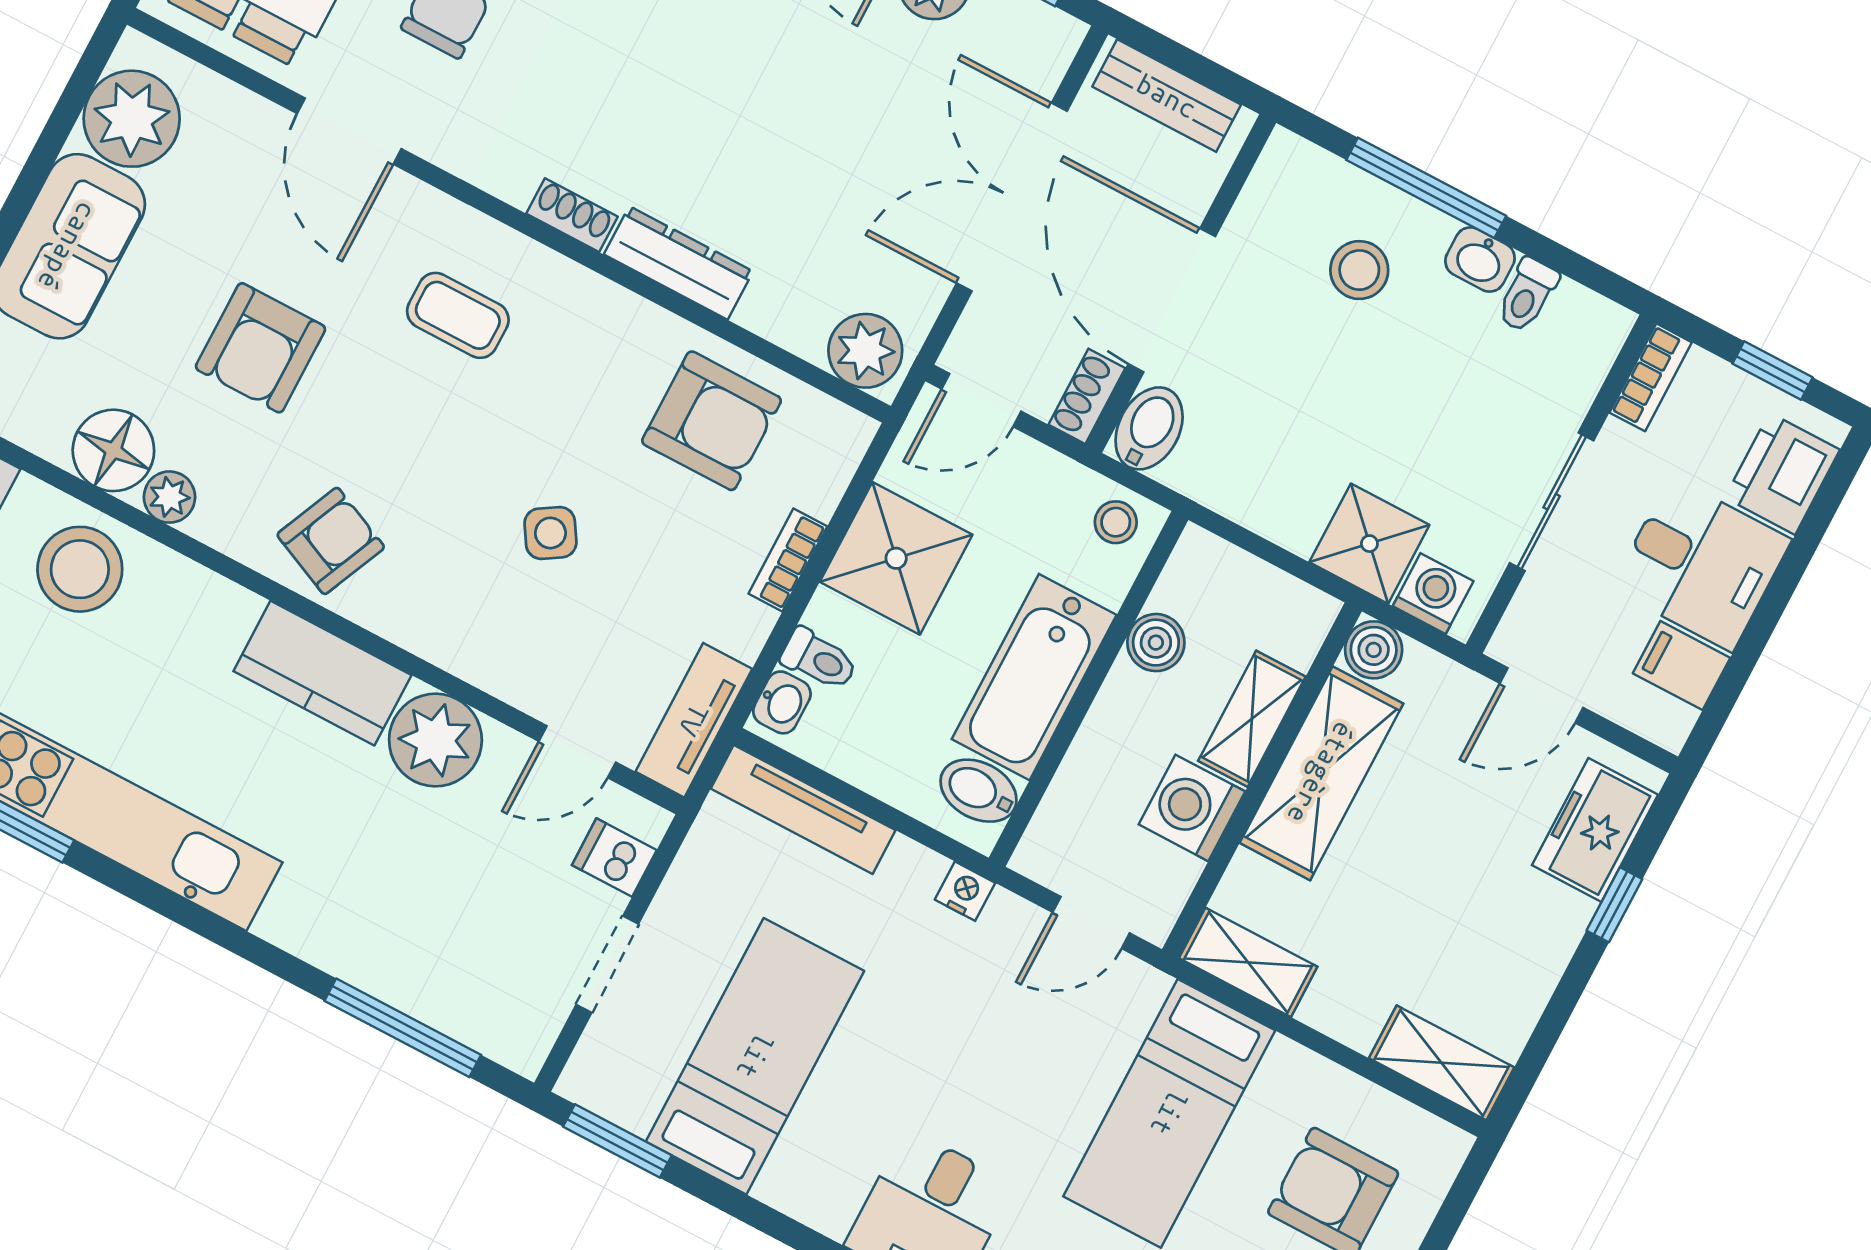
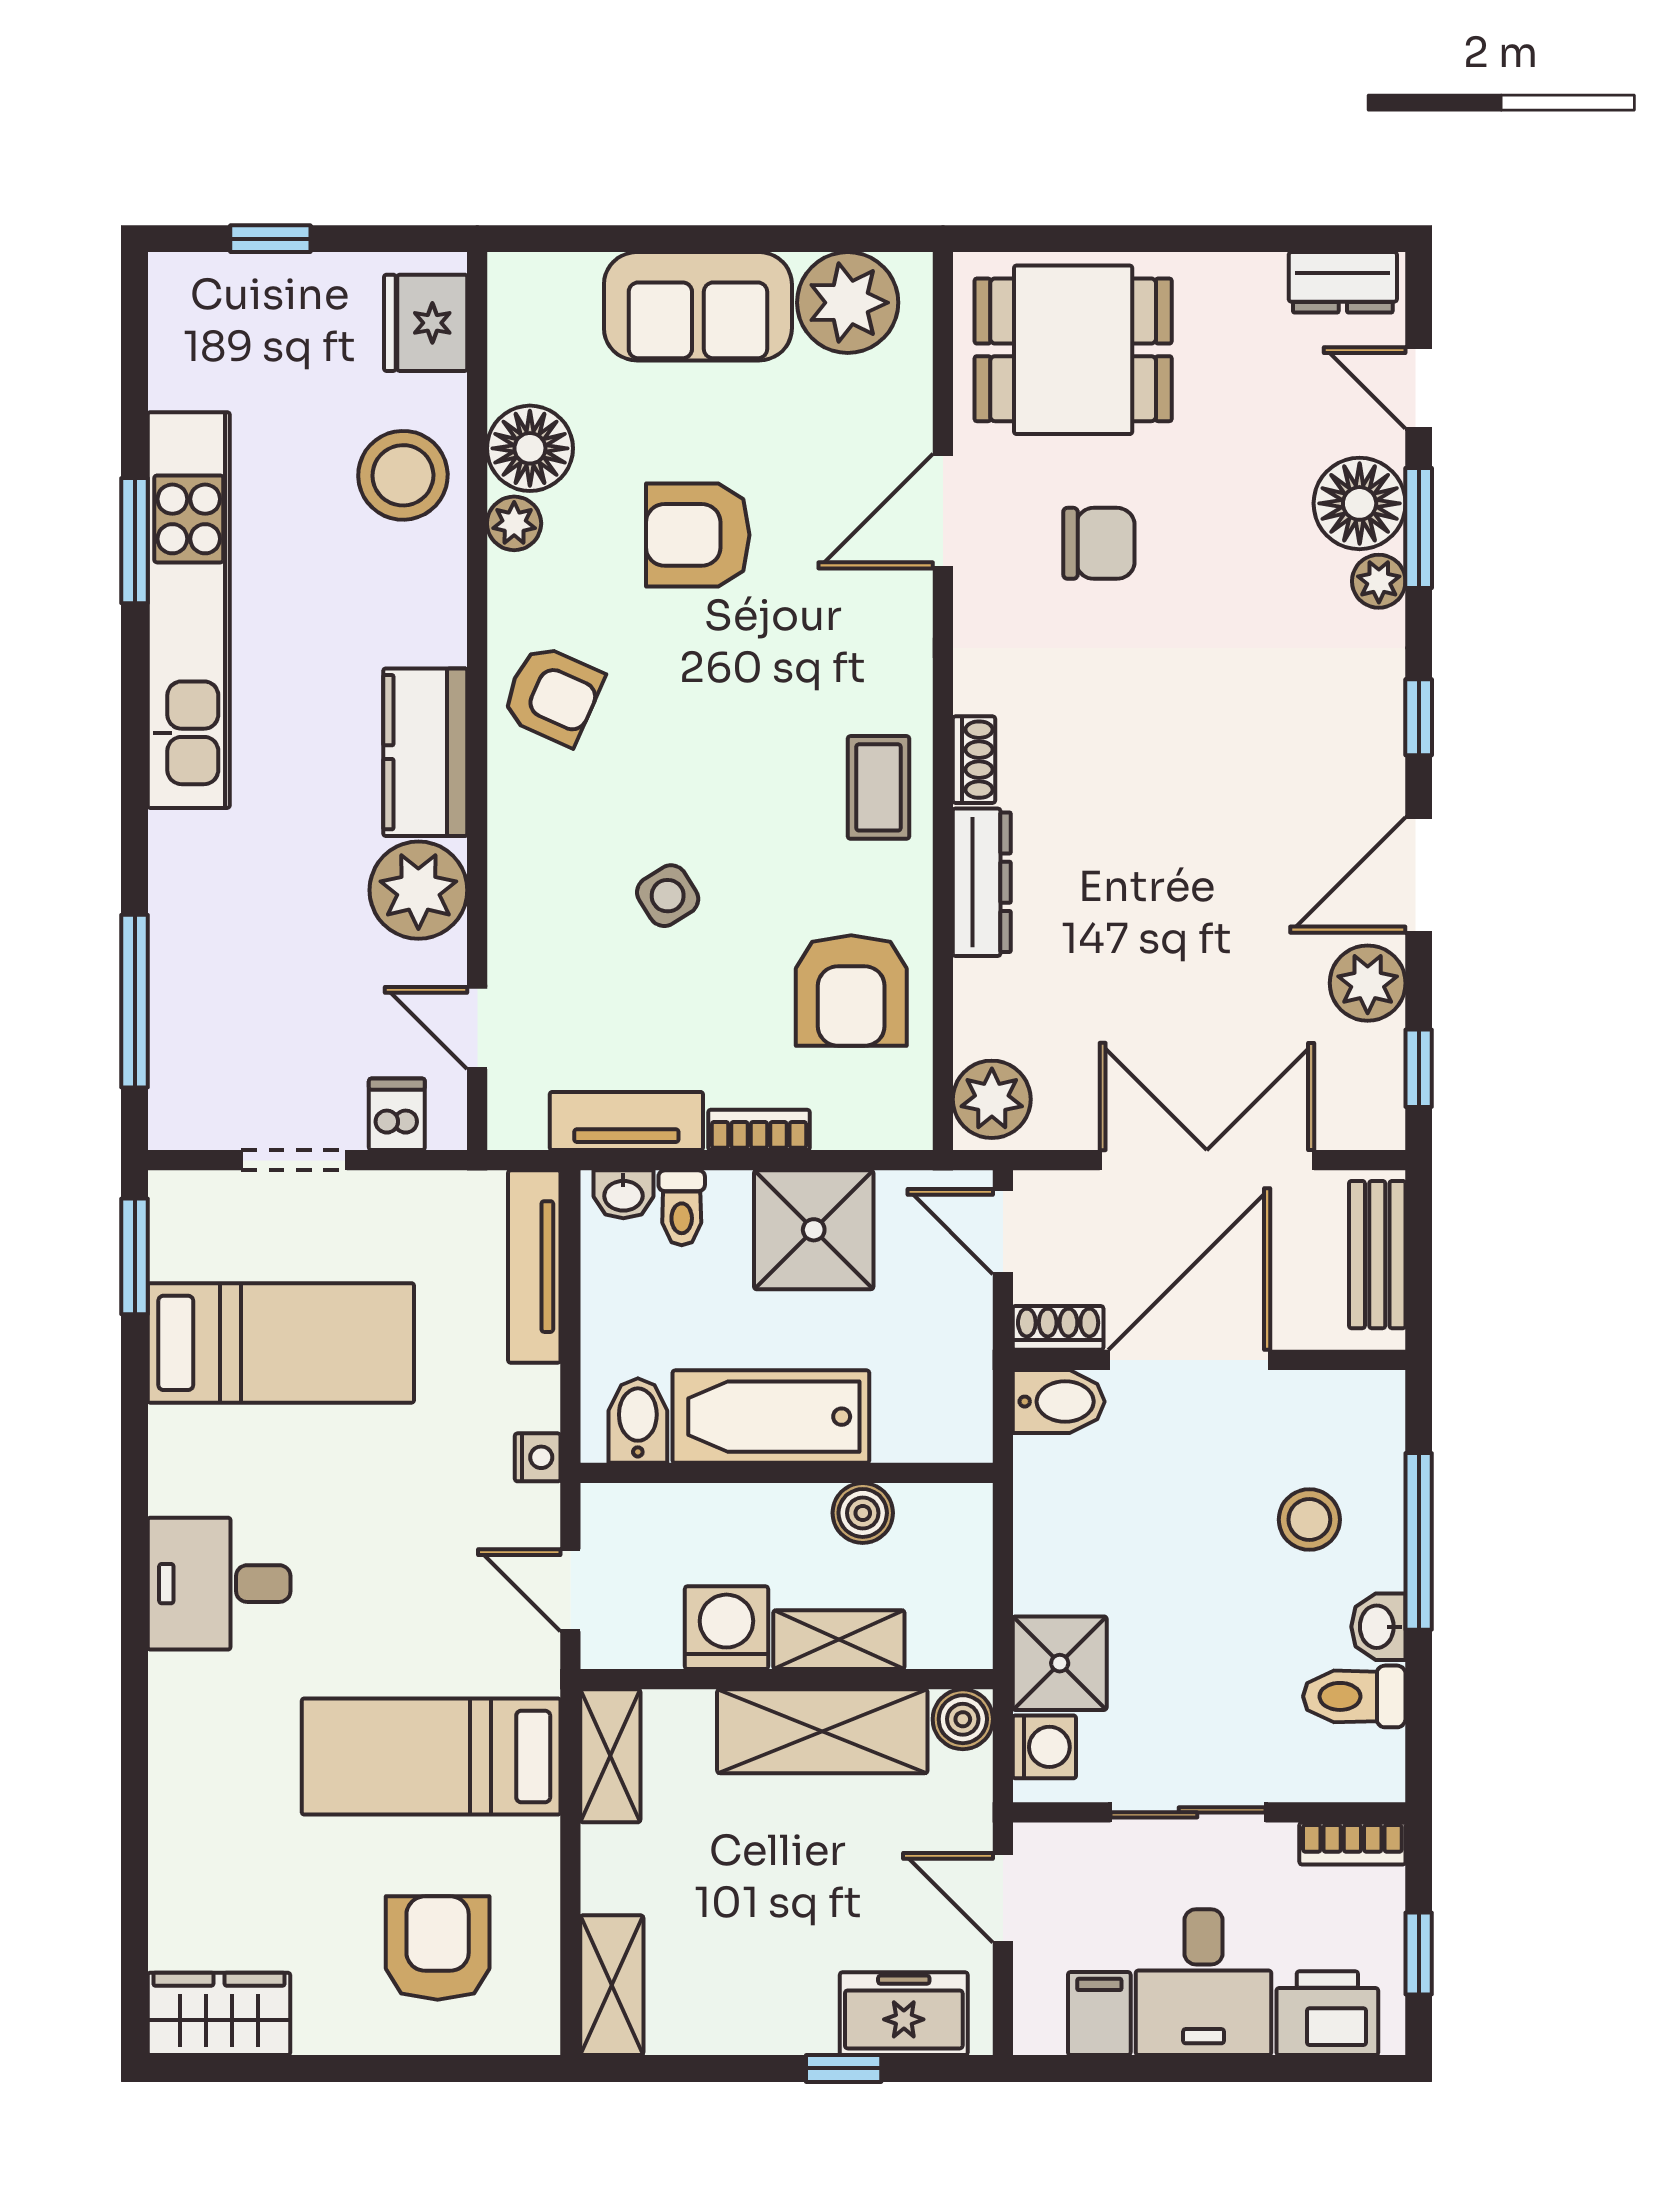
toilet: (1527, 295) -> (1354, 1696), width x1.37, depth x1.39
coffee table: (458, 315) -> (878, 787), moved
stool: (1116, 522) -> (955, 1417), removed
tv unit: (694, 720) -> (626, 1121), moved

